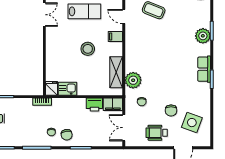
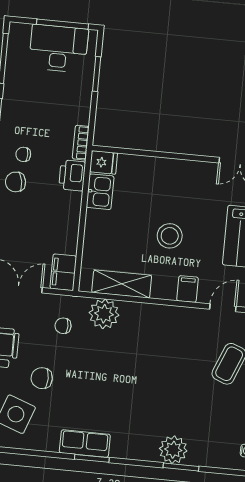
row of seats: (204, 69) -> (85, 444), moved
printer: (94, 105) -> (72, 175), moved

